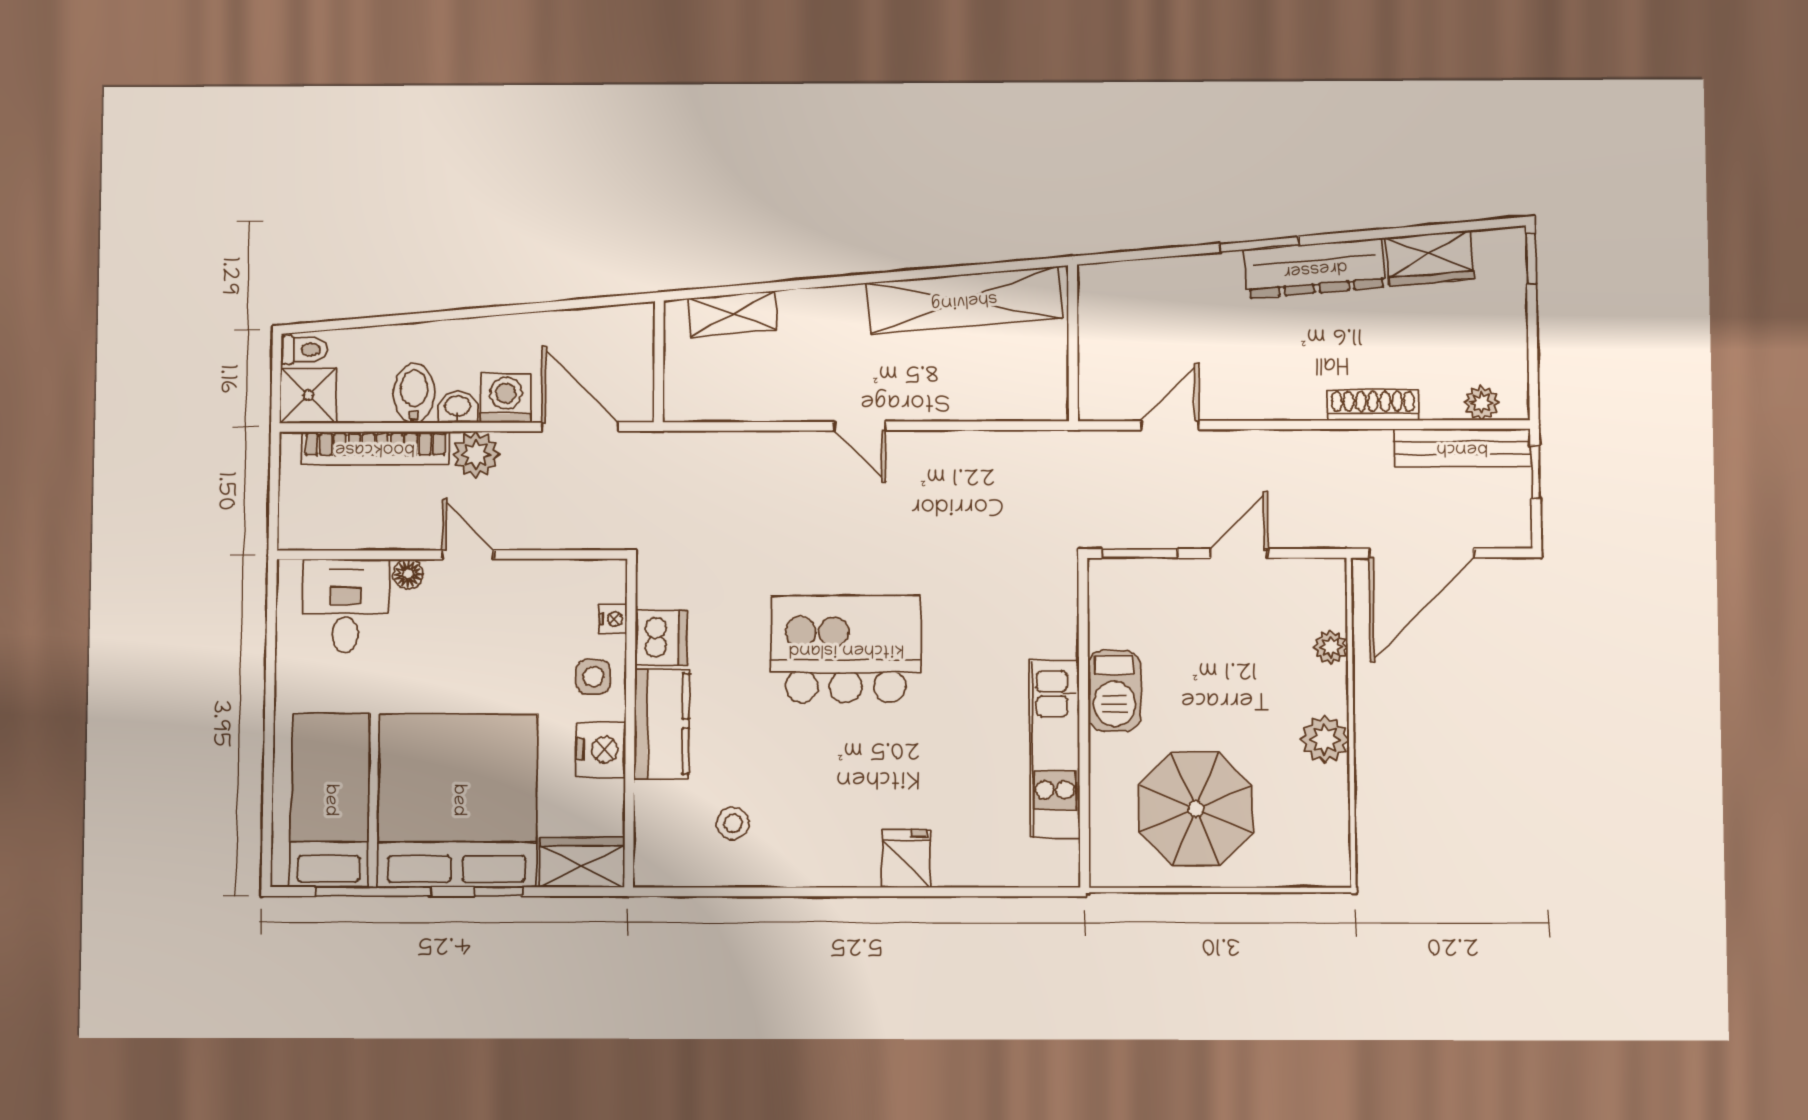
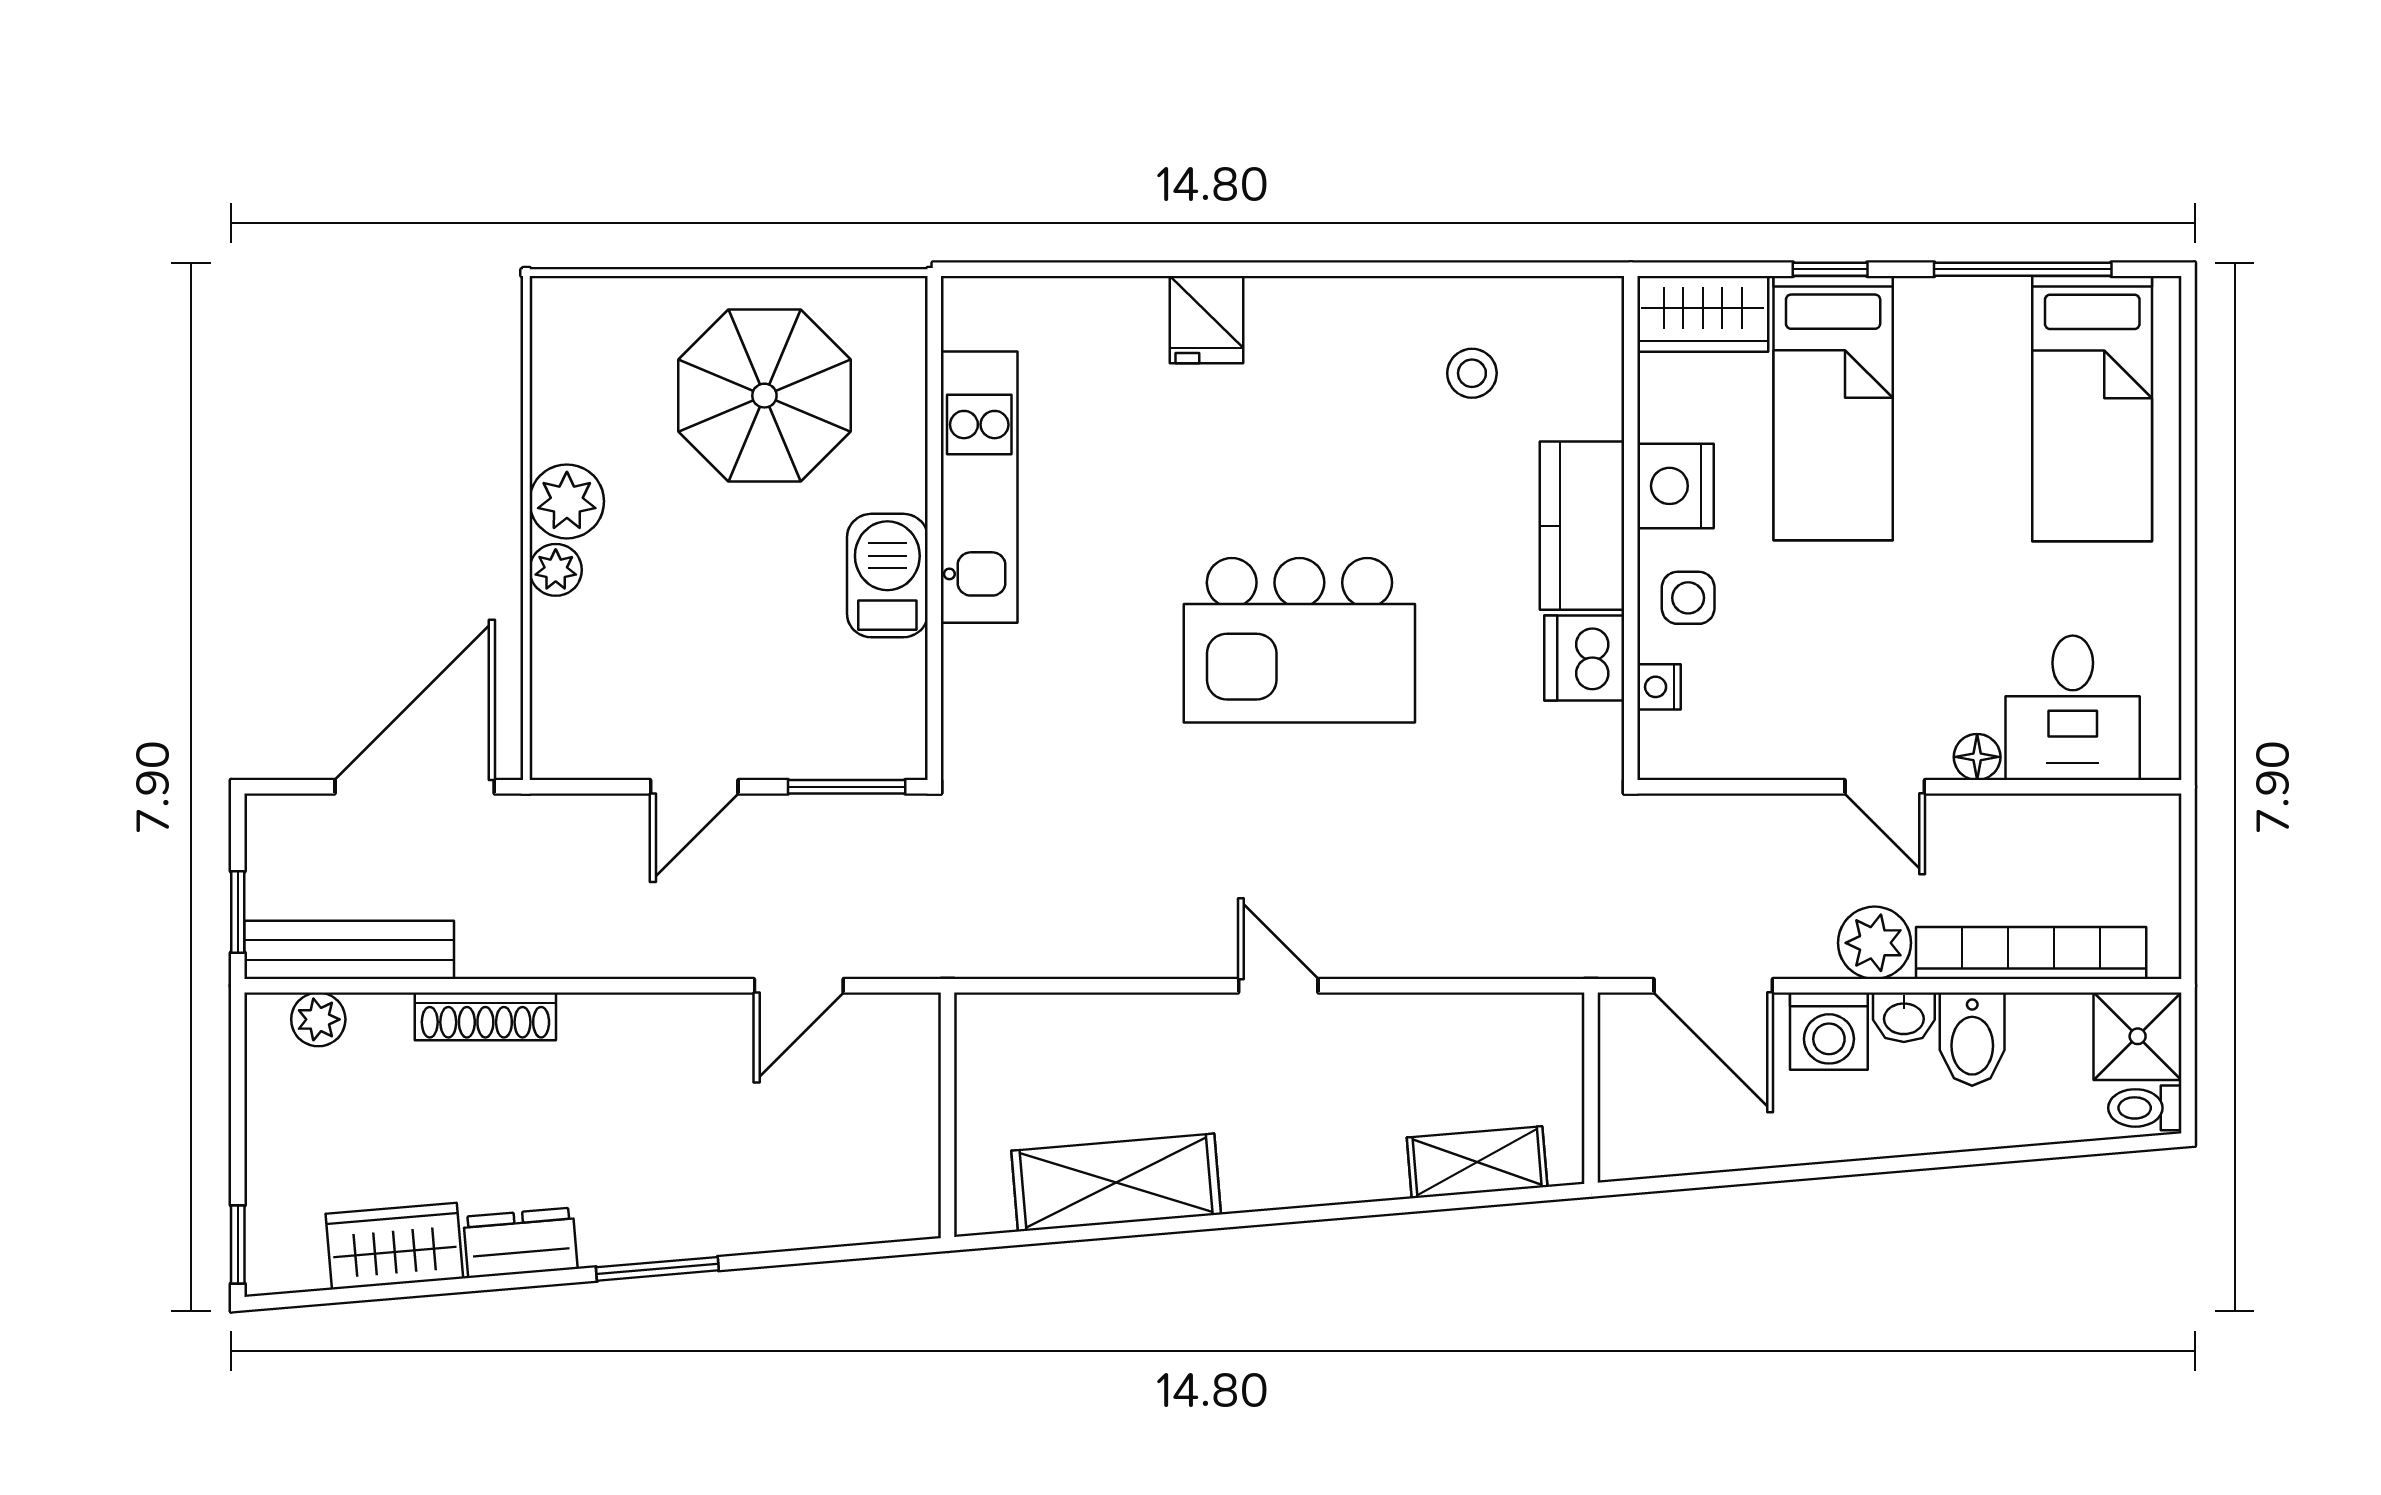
dresser: (1315, 268) -> (520, 1243), width x0.51, depth x0.80
shelving: (964, 300) -> (1116, 1183), width x0.68
plant: (1331, 647) -> (556, 570), moved
bed: (458, 800) -> (1833, 408), width x0.49

